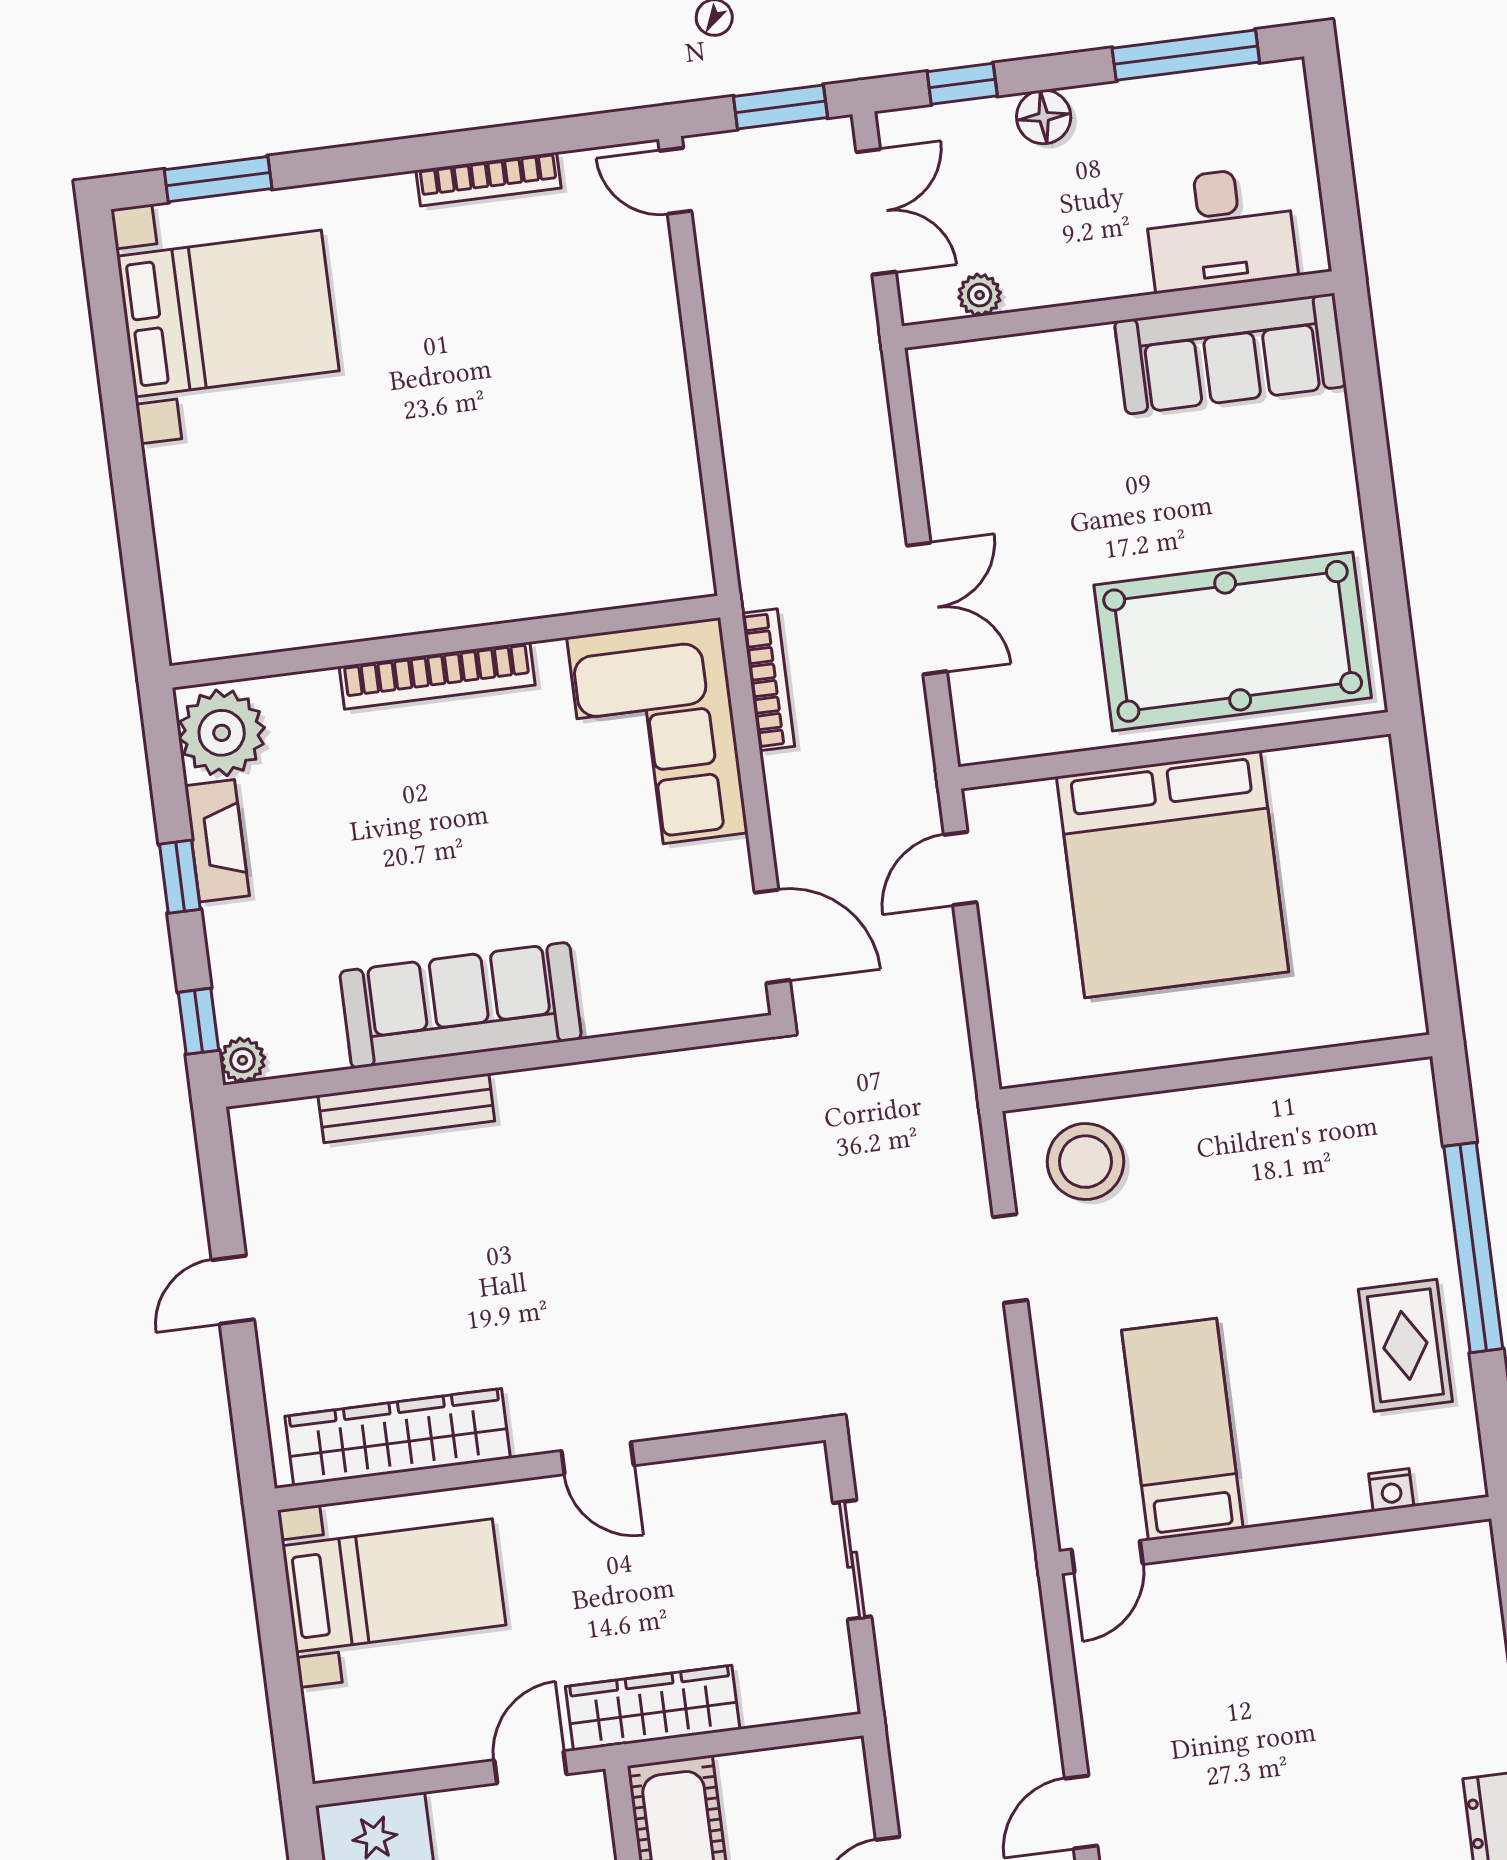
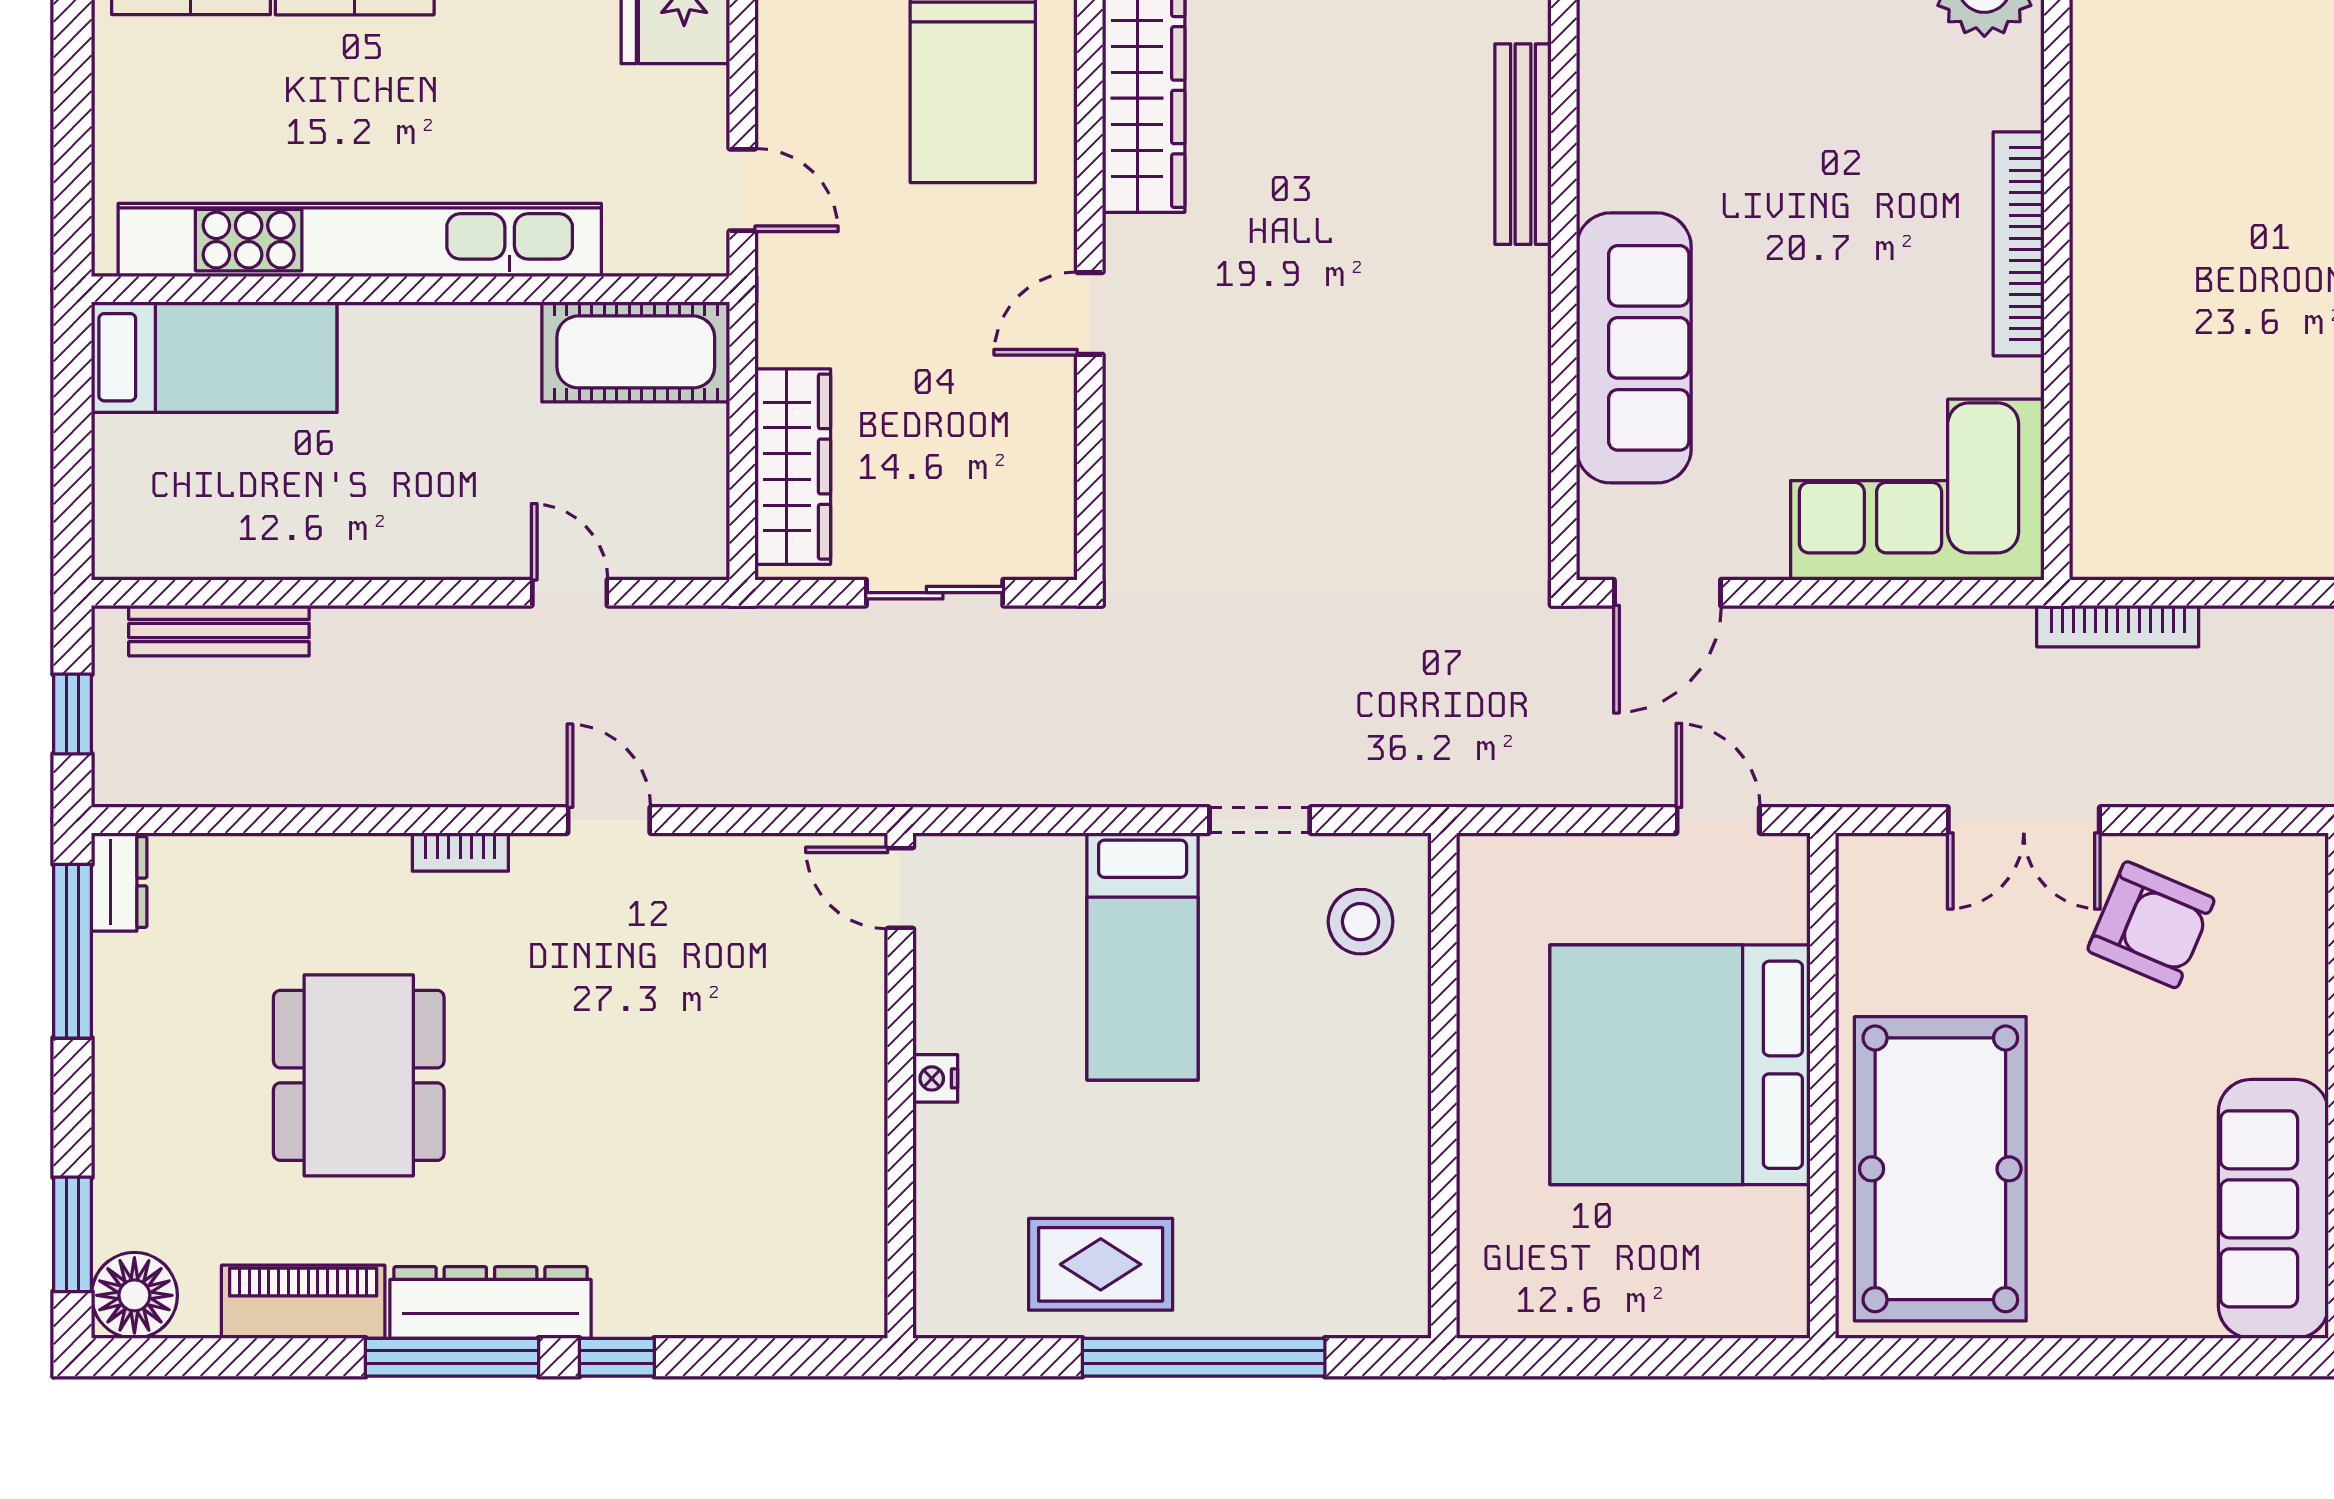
armchair: (1002, 489) -> (2151, 925), added
bookcase: (768, 680) -> (2118, 626), moved
sofa: (461, 1005) -> (1634, 348), moved
stool: (1086, 1162) -> (1361, 922), width x0.73, depth x0.73
bed: (1182, 1429) -> (1143, 956), moved, turned 90
nightstand: (1391, 1490) -> (935, 1078), moved
wardrobe: (653, 1708) -> (793, 467), moved

